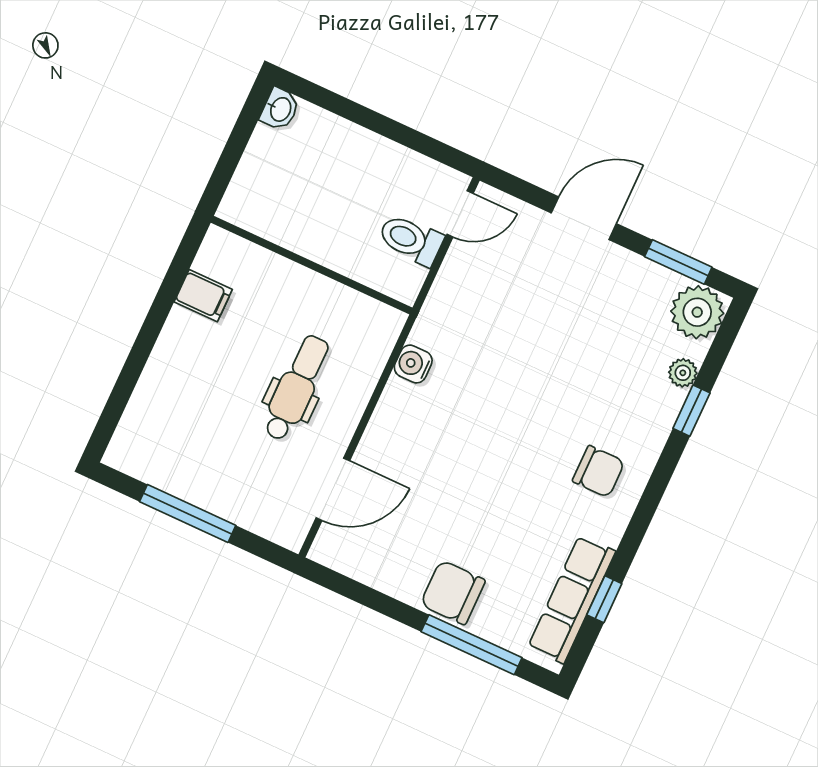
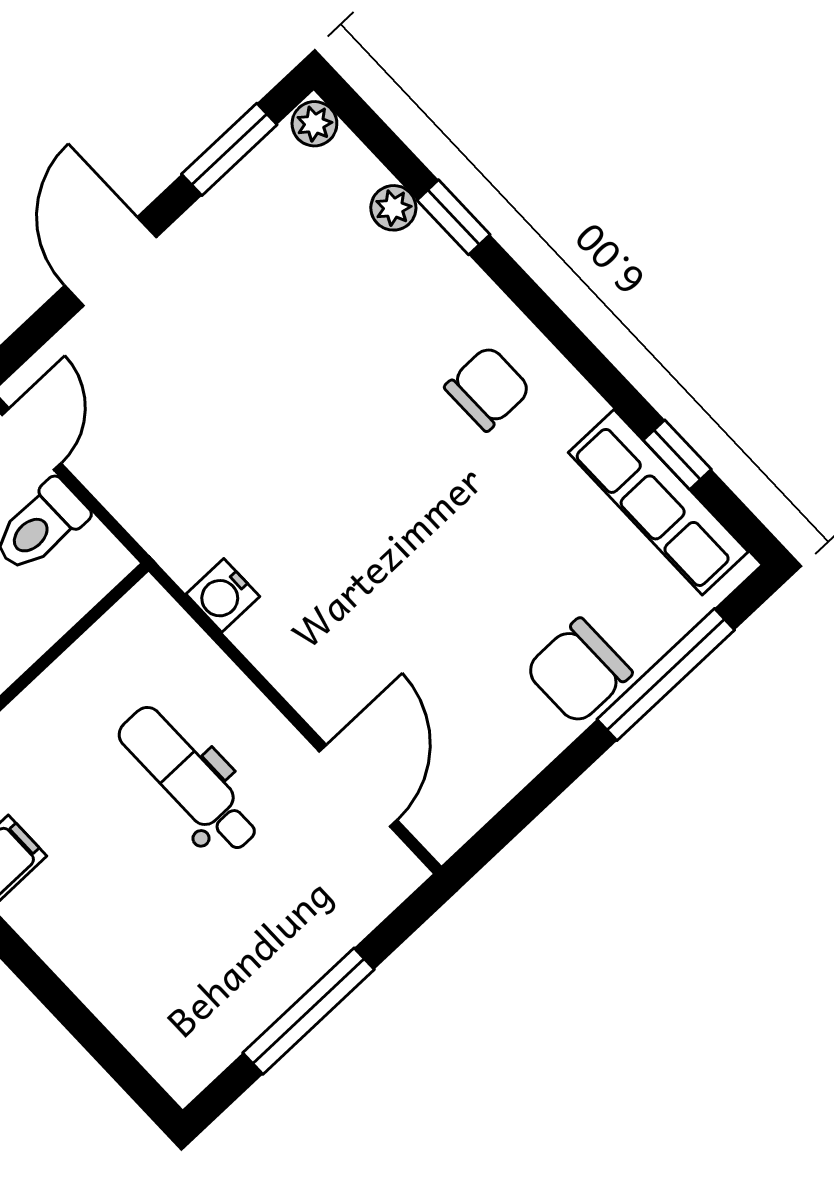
plant: (697, 312) -> (314, 124), width x0.53, depth x0.53

